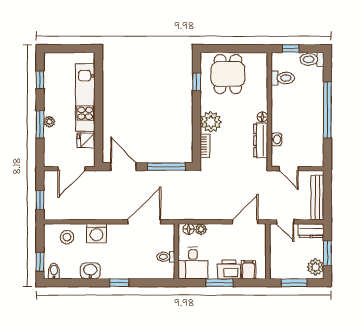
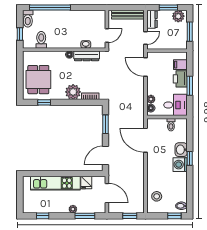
dining table: (228, 74) -> (38, 80), turned 90
window: (327, 110) -> (50, 7), moved
window: (40, 124) -> (85, 216), moved
window: (166, 167) -> (106, 124), width x0.69
washing machine: (97, 233) -> (180, 165), moved, turned 180
washbasin: (90, 271) -> (181, 150), moved

